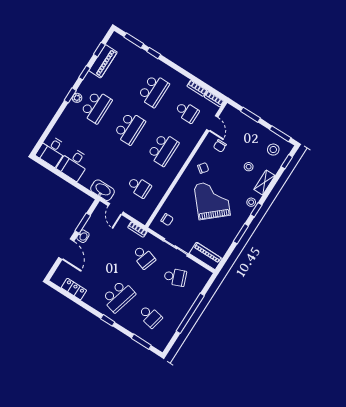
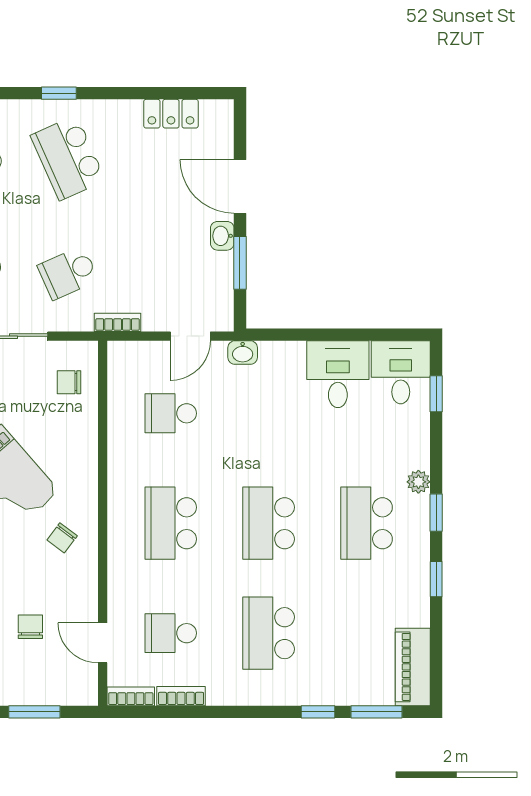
window: (99, 50) -> (436, 394), moved
piano: (103, 61) -> (413, 667), moved
plant: (77, 98) -> (418, 482), moved
chair: (220, 146) -> (30, 627), moved
washbasin: (103, 190) -> (243, 353), width x0.52, depth x0.69
door: (116, 209) -> (190, 336), swing flipped
school desk: (144, 257) -> (68, 273), turned -42
school desk: (119, 296) -> (68, 158), turned -39

